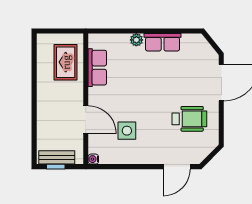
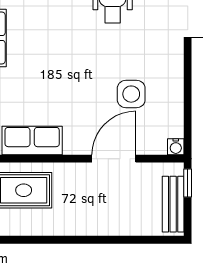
window: (56, 167) -> (188, 183), moved

